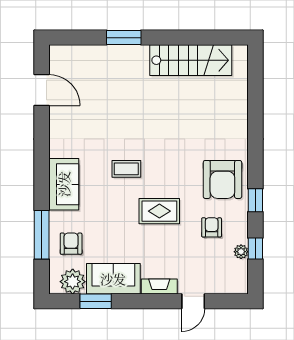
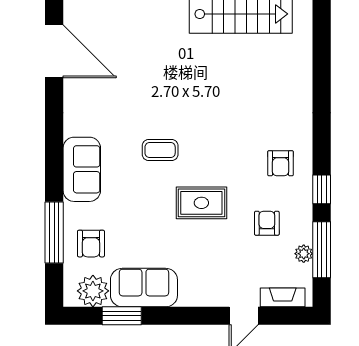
door: (42, 90) -> (54, 51), width x1.36
armchair: (222, 179) -> (280, 163), width x0.53, depth x0.53
armchair: (71, 244) -> (91, 244), turned 180
window: (255, 249) -> (322, 250), width x2.17
fireplace: (159, 287) -> (283, 297), moved

